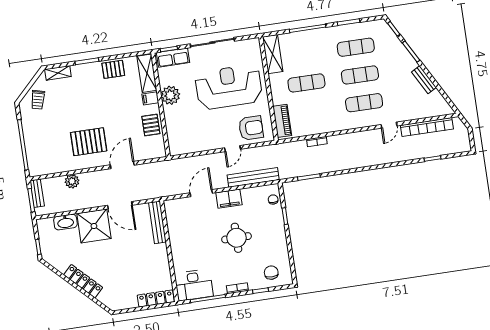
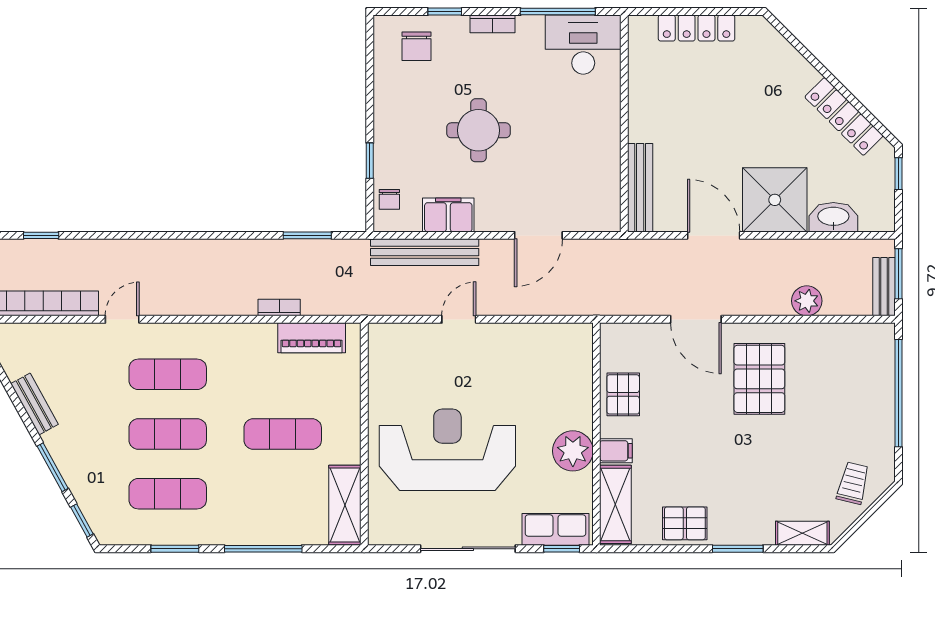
reception desk: (229, 87) -> (447, 450), turned 180
piano: (282, 121) -> (312, 338), moved, turned -90
armchair: (251, 128) -> (414, 357), removed
pallet: (89, 142) -> (759, 379), turned 90
door: (122, 165) -> (696, 319), hinge flipped
filing cabinet: (229, 199) -> (448, 215), moved
locker: (83, 281) -> (844, 116), moved
locker: (156, 298) -> (697, 28), moved

